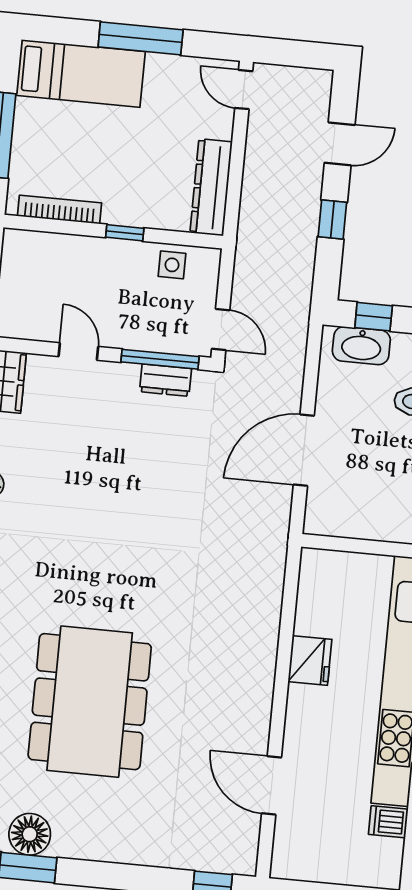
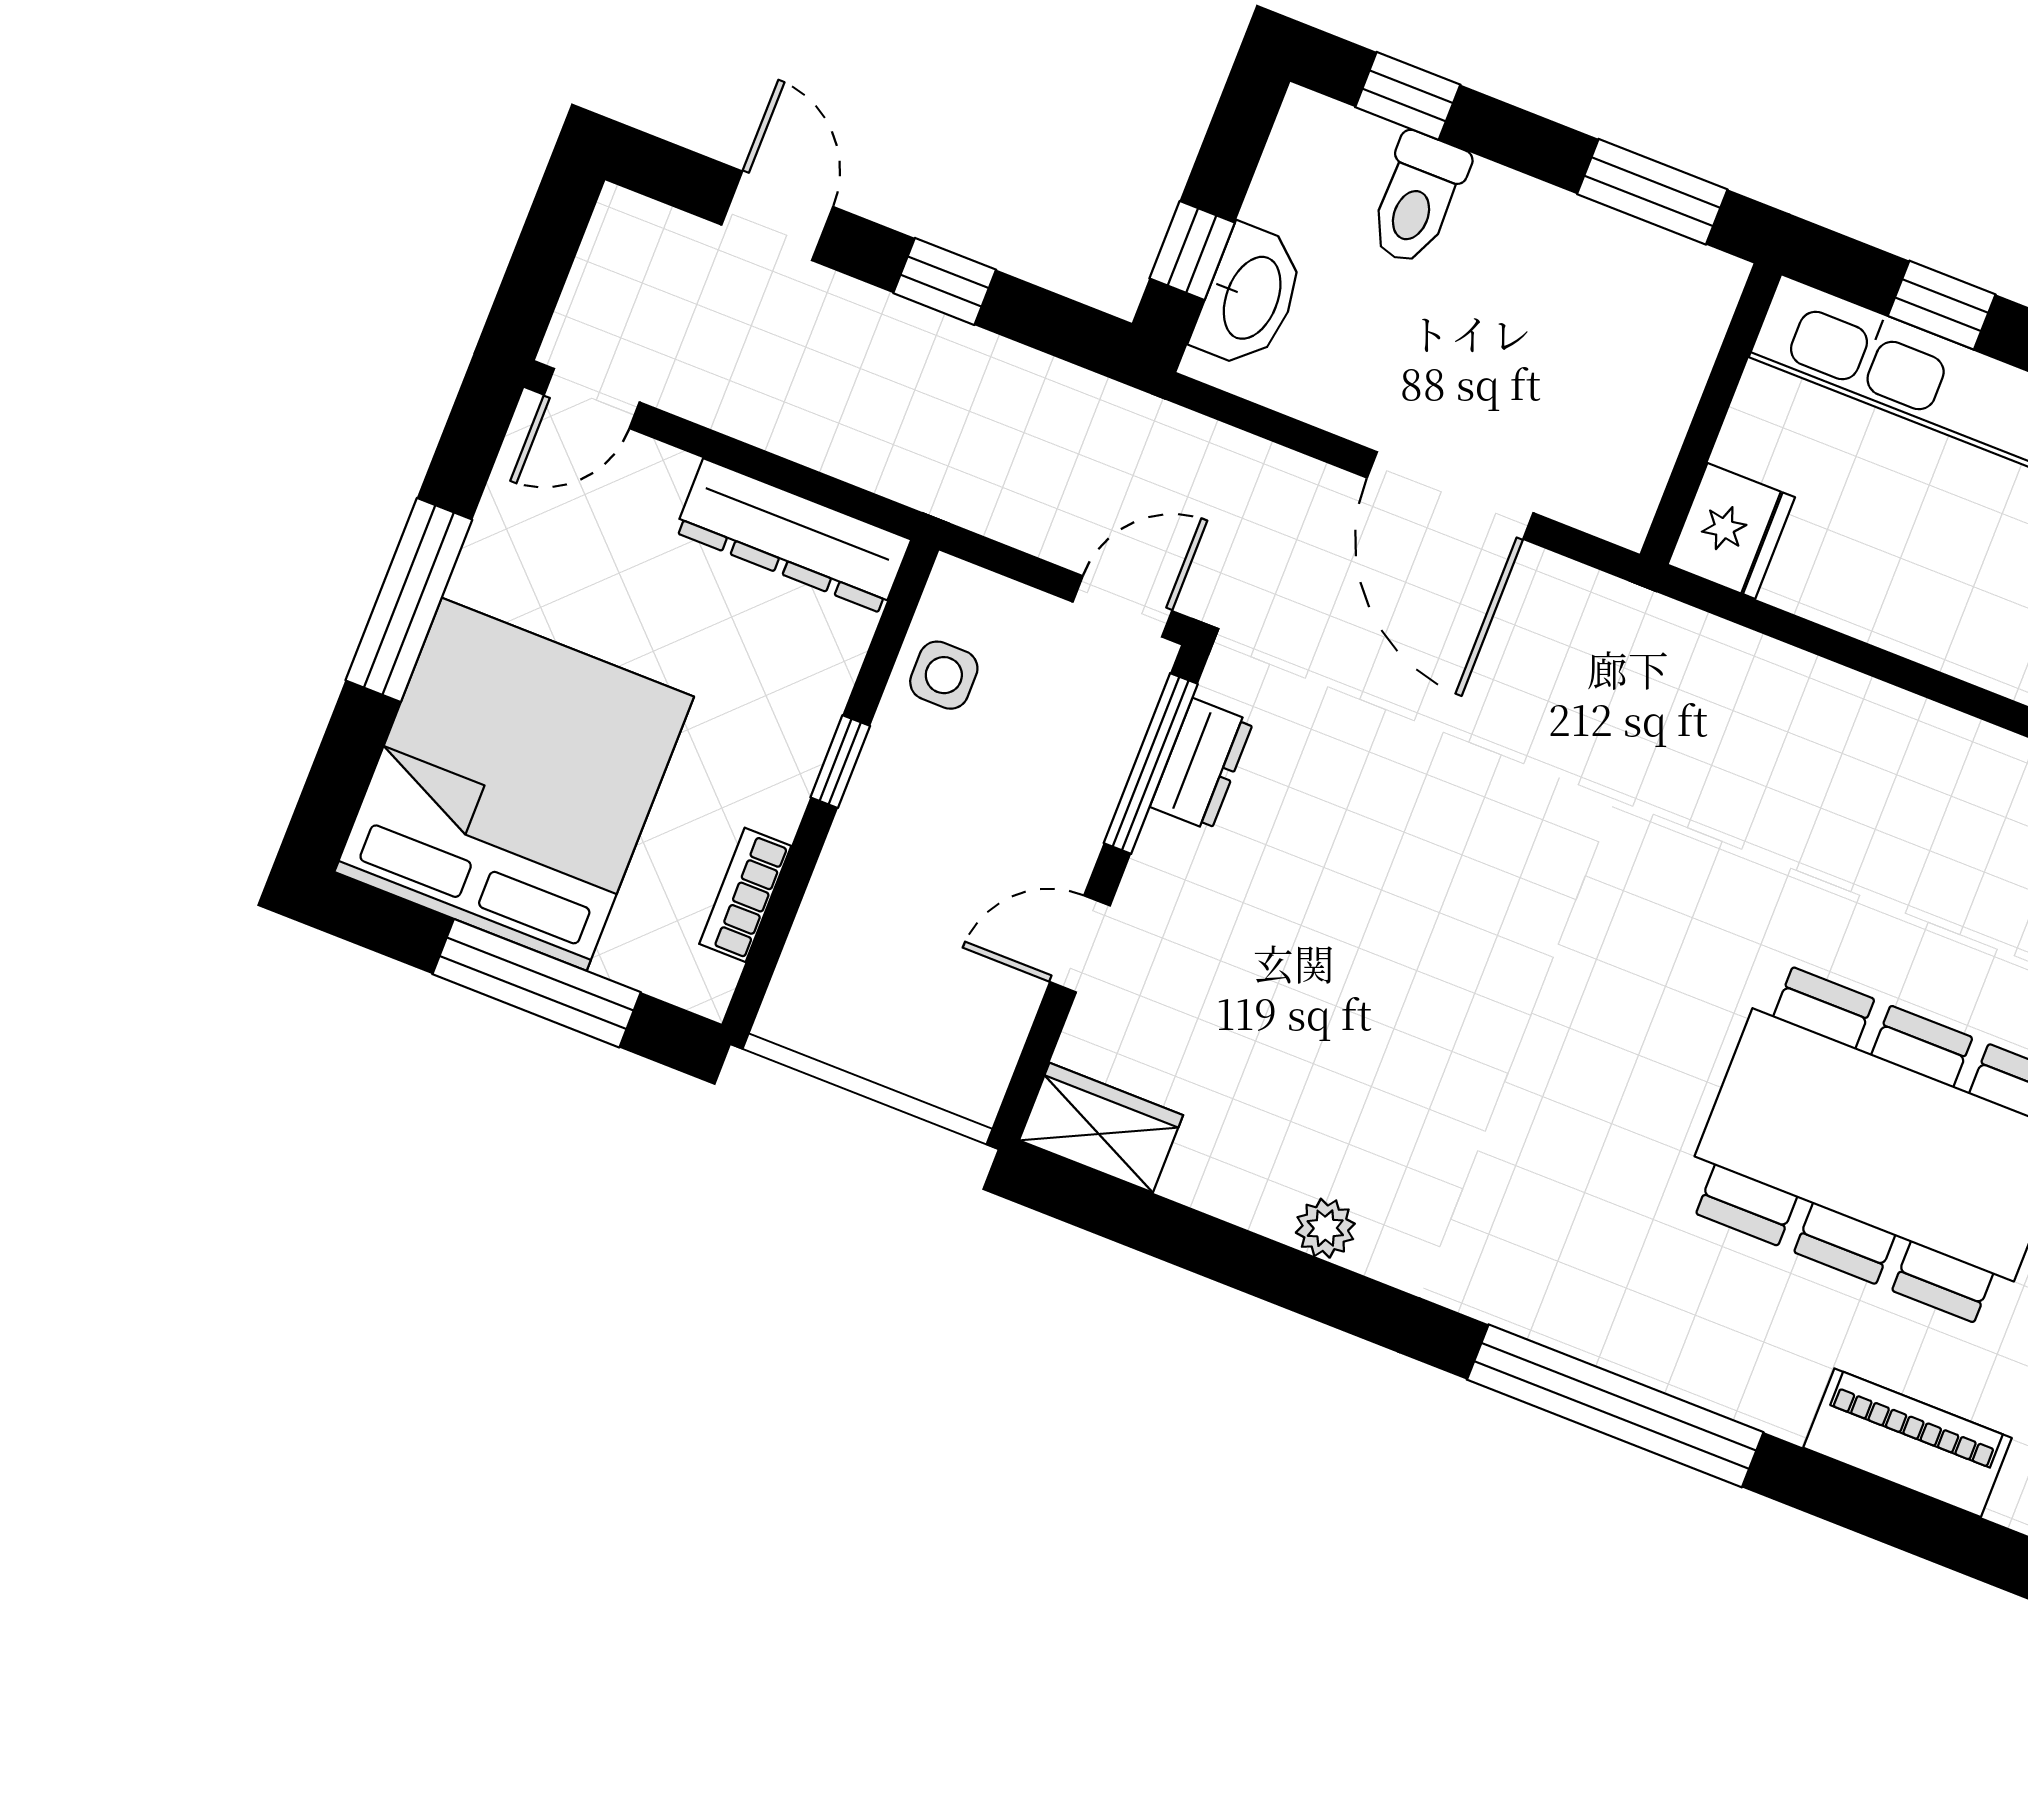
bed: (81, 73) -> (514, 784), width x2.04
bookcase: (60, 210) -> (745, 895), width x0.64
fridge: (310, 660) -> (1731, 531), moved, turned 90

